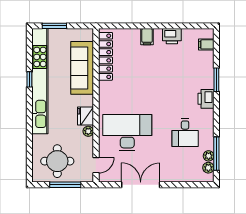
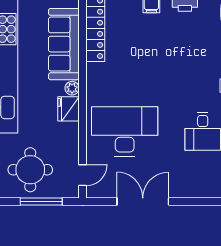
plant: (88, 131) -> (72, 88), moved

